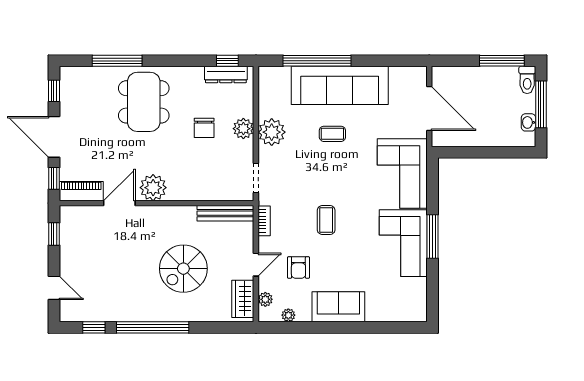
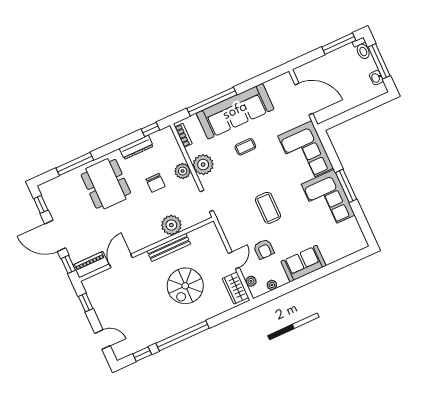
dresser: (226, 75) -> (136, 147), moved
plant: (153, 188) -> (171, 225), moved
bench: (225, 213) -> (169, 247), moved
coffee table: (326, 220) -> (268, 208), width x1.36, depth x1.30
bookcase: (264, 221) -> (183, 135), moved

